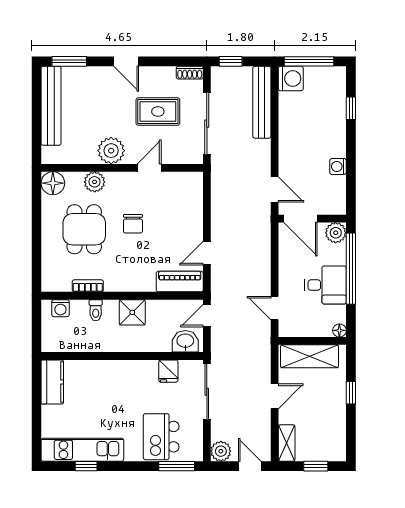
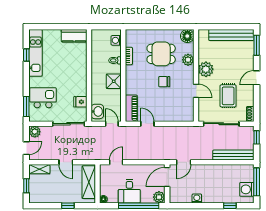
washing machine: (291, 78) -> (247, 189), moved, turned 90

